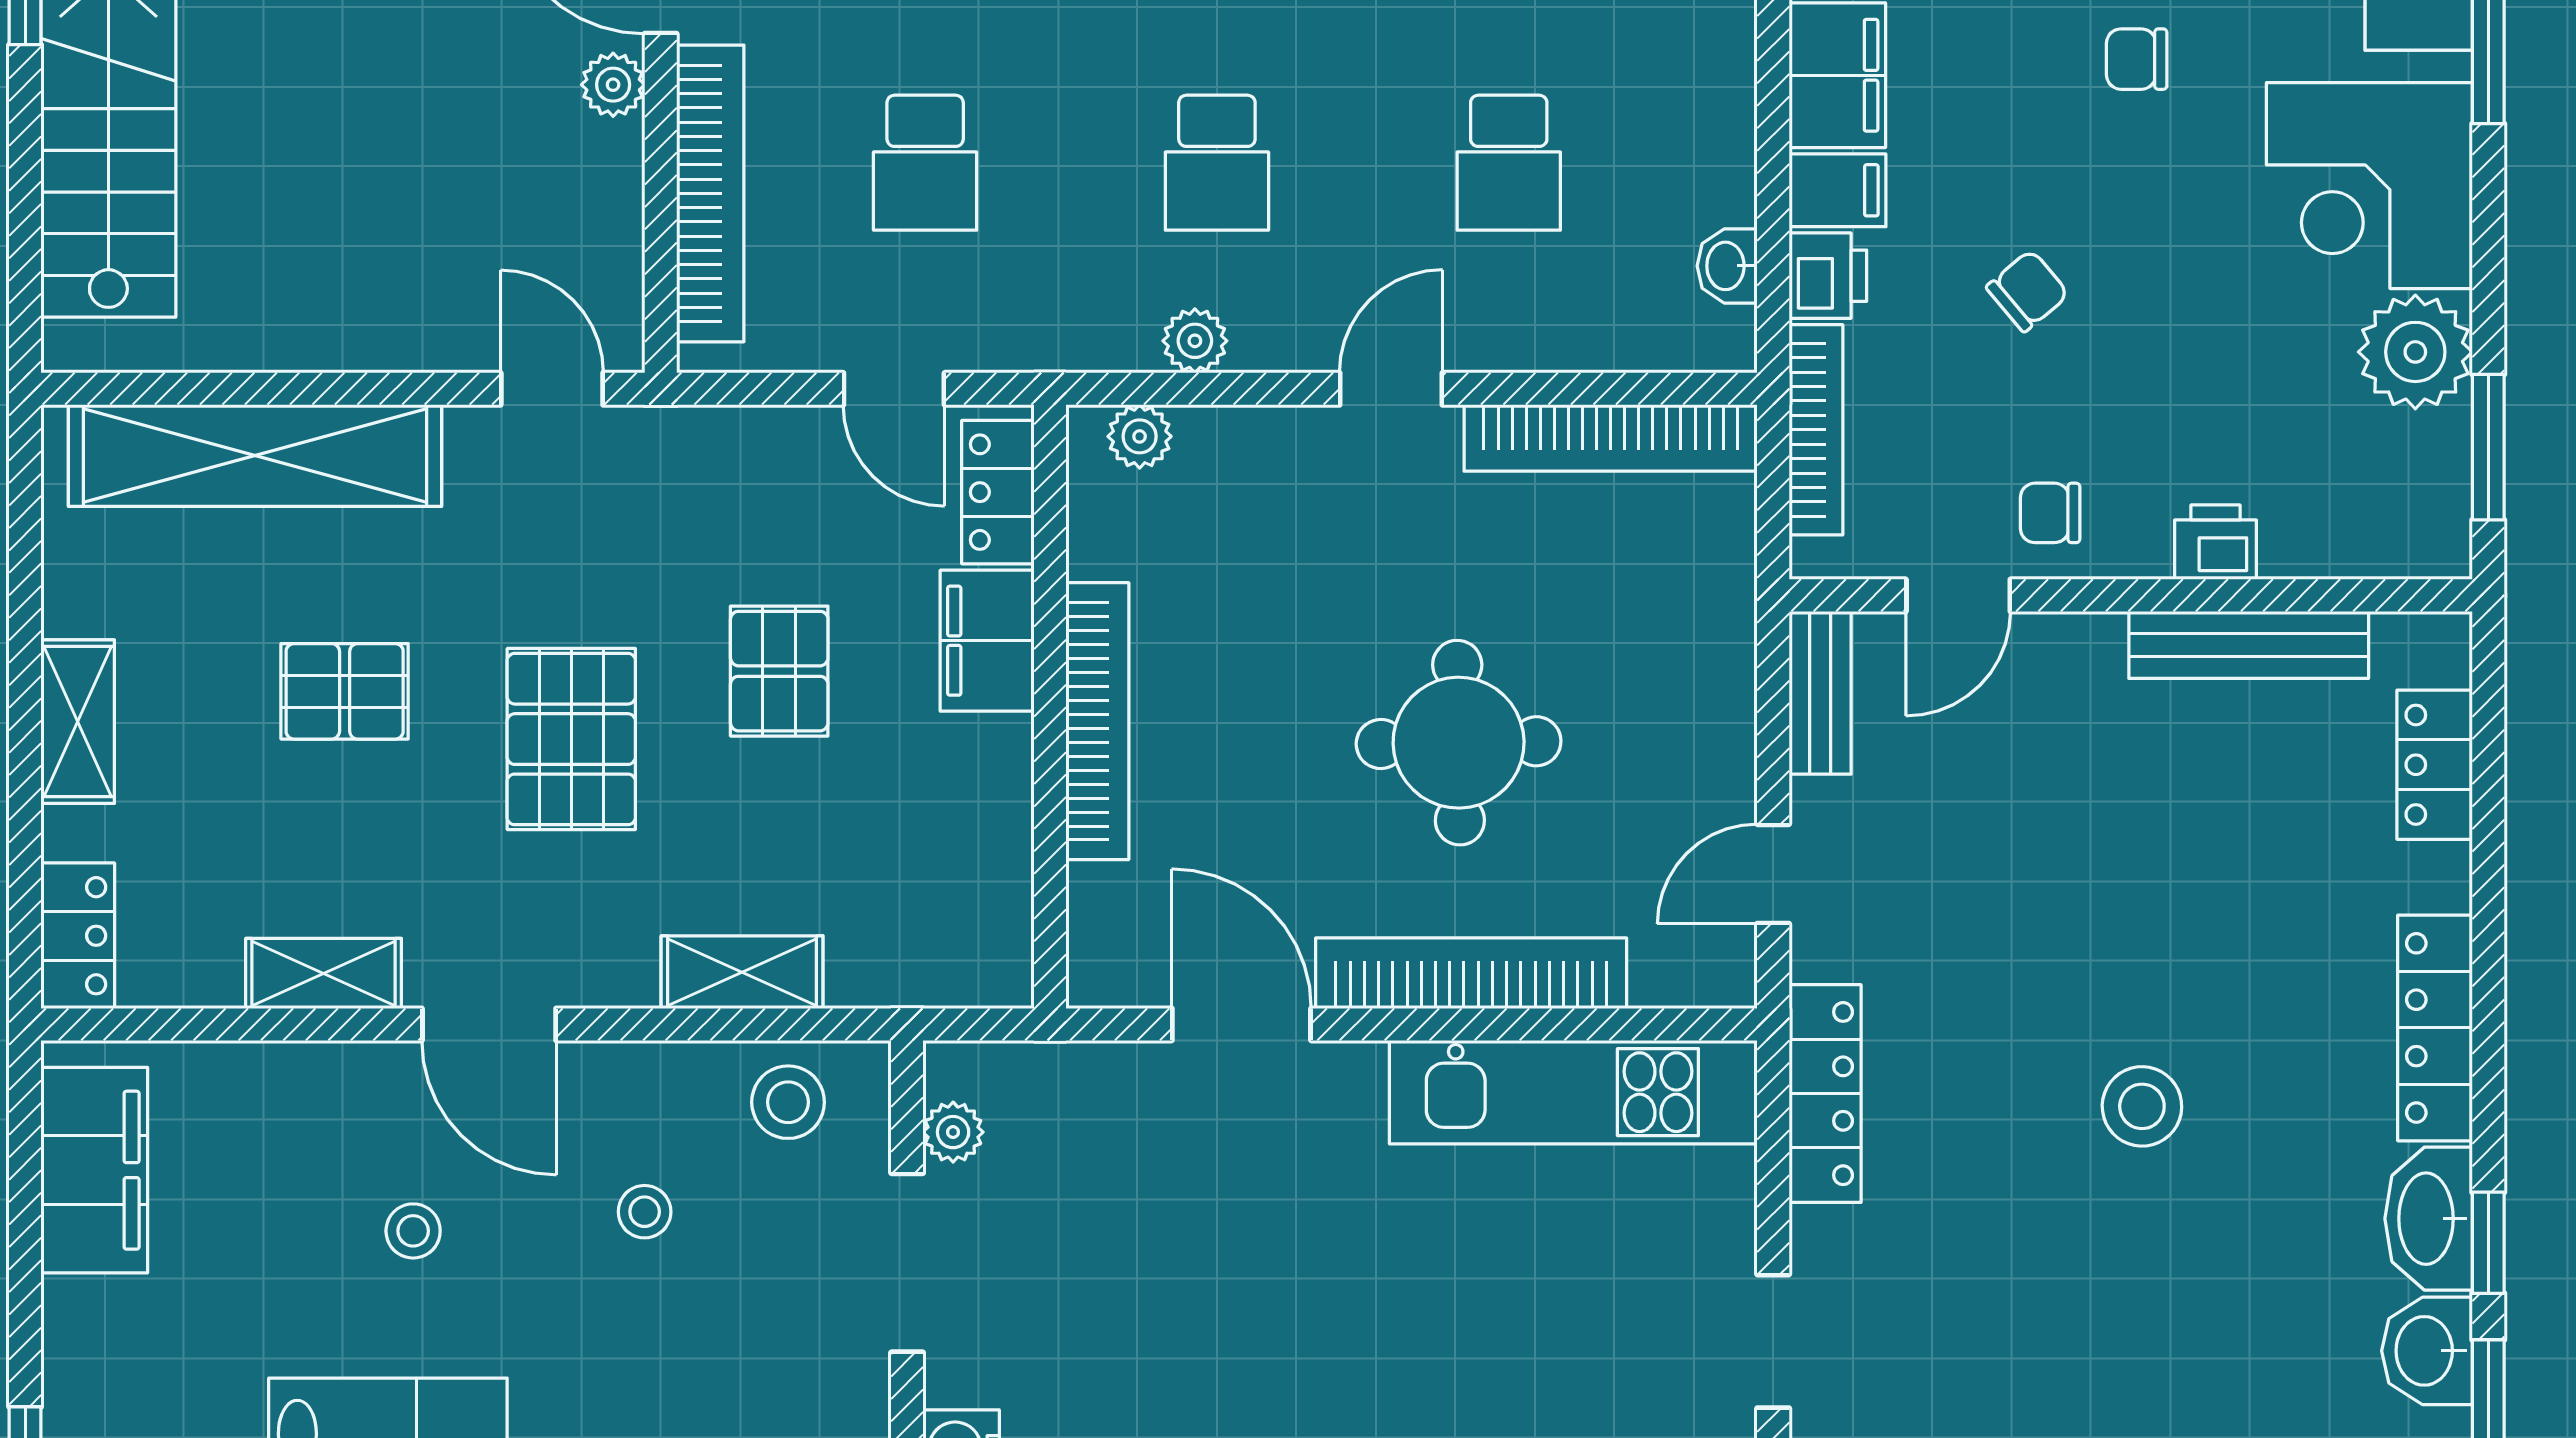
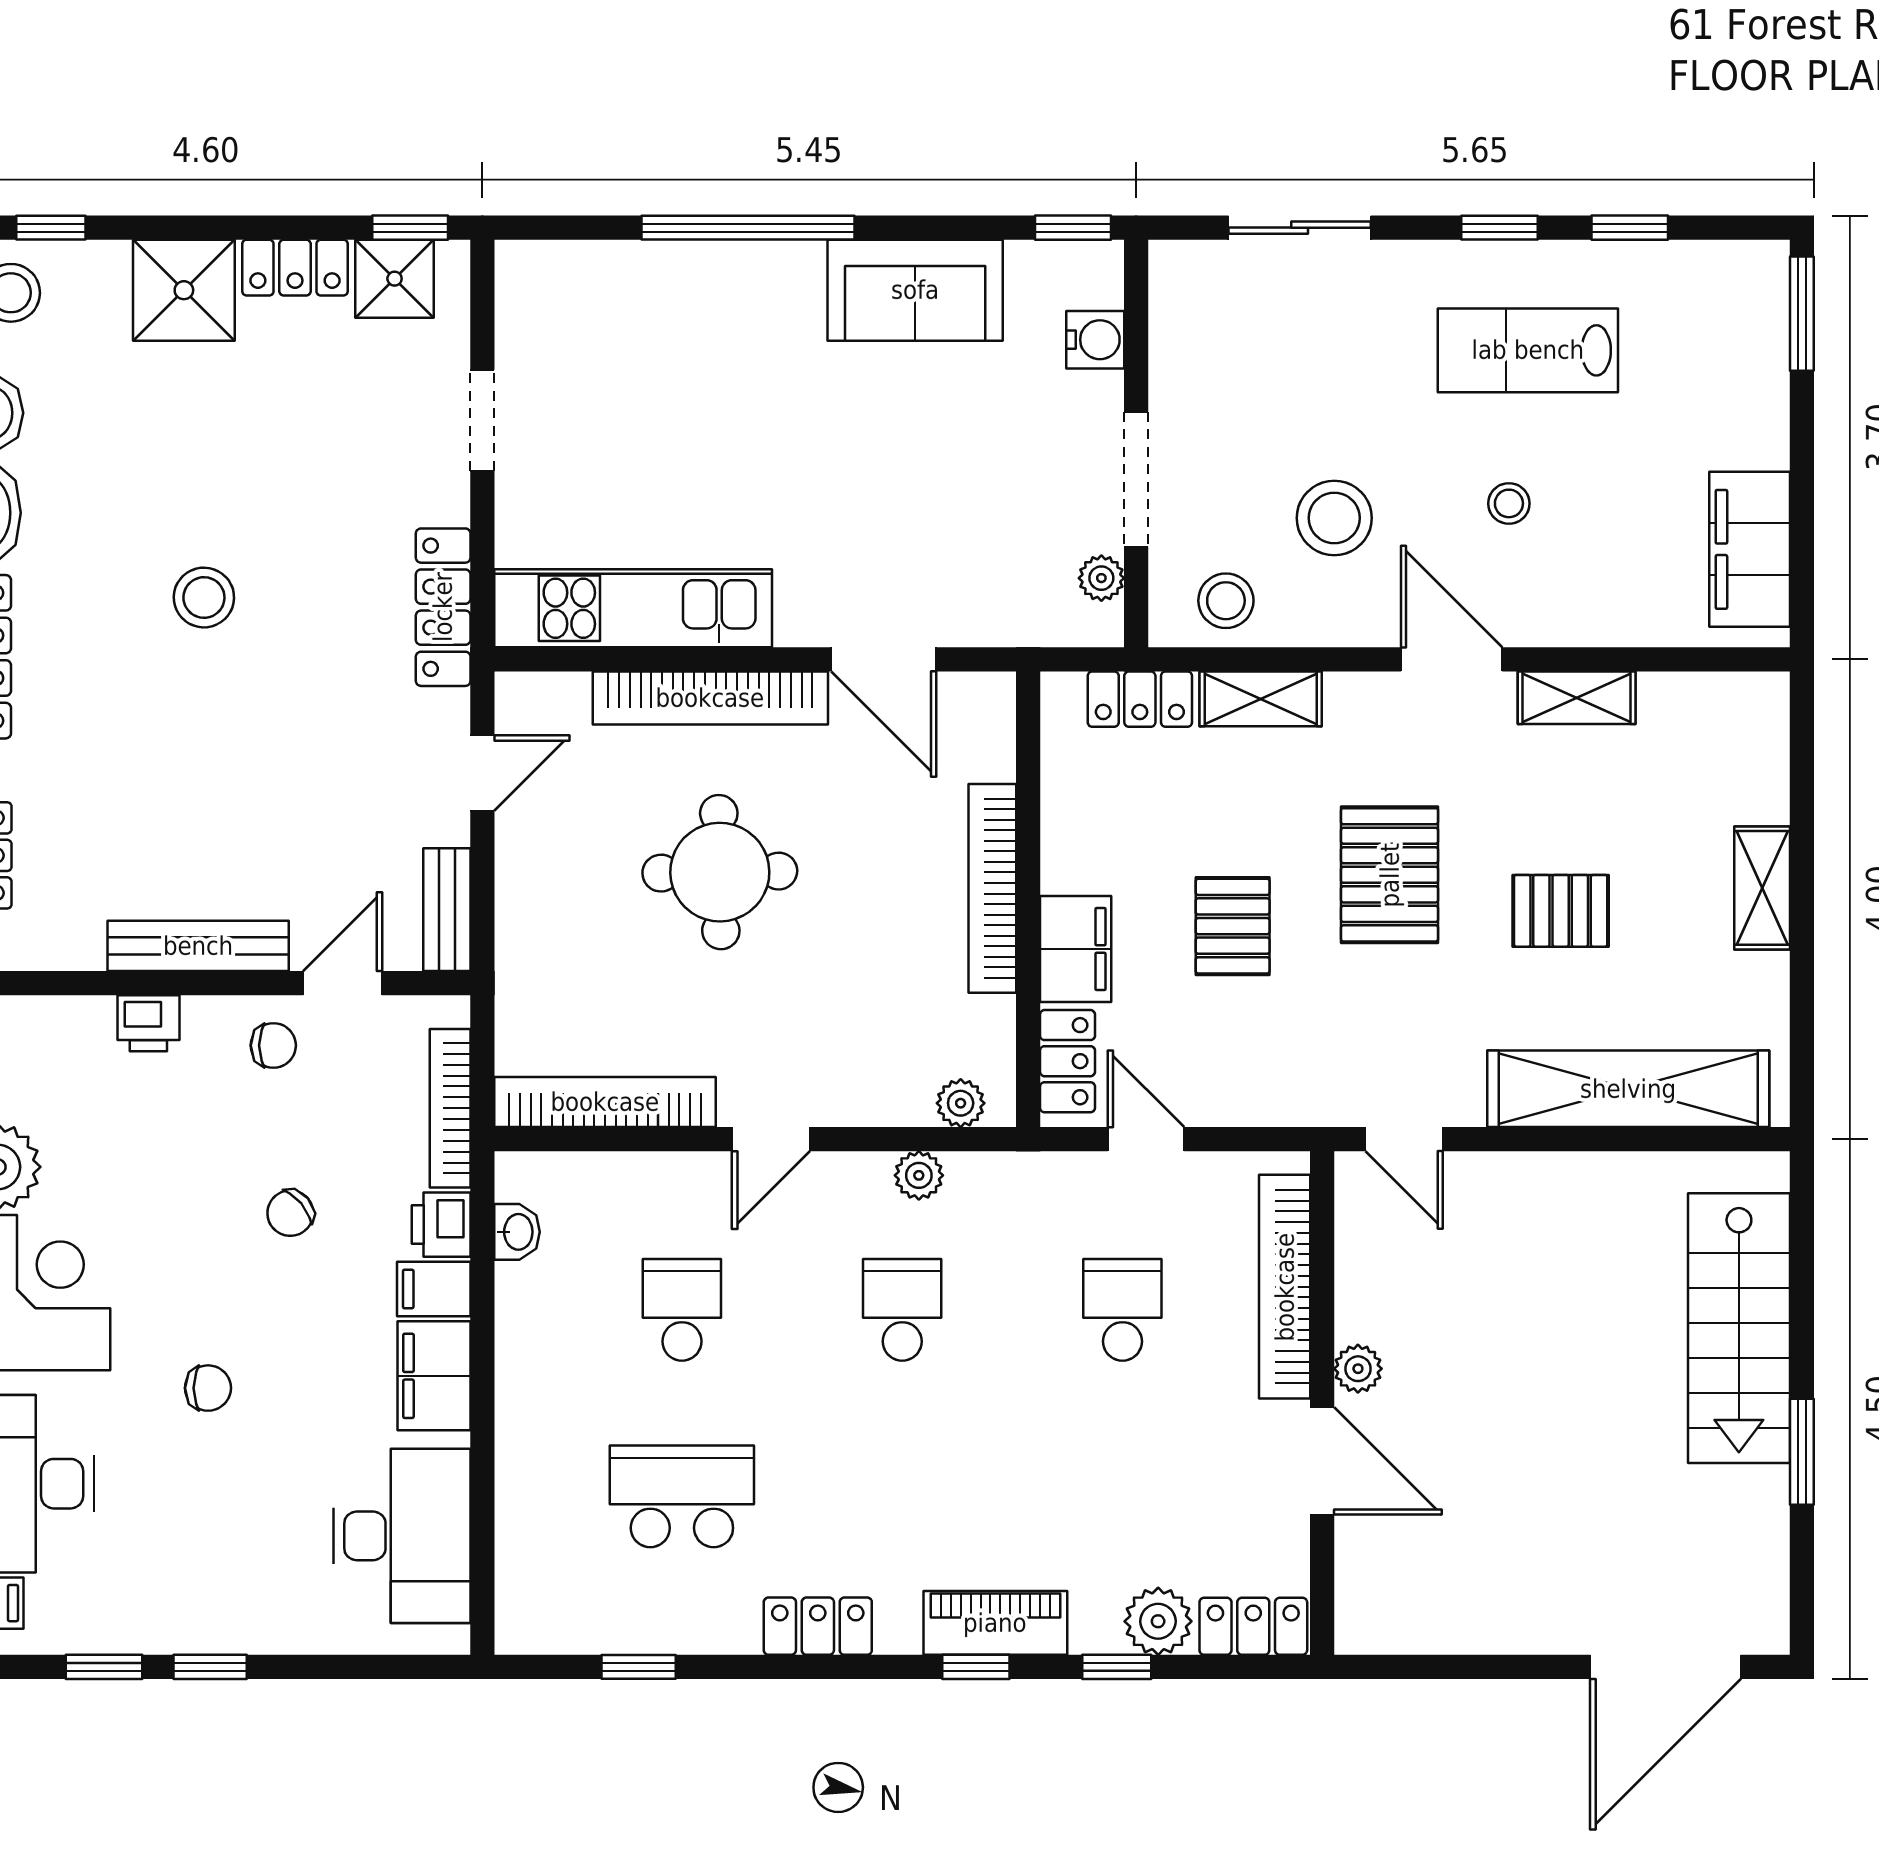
bench: (2249, 645) -> (198, 946), moved
locker: (78, 936) -> (1140, 699), moved, turned -90
stool: (645, 1212) -> (1334, 518), width x1.89, depth x1.89

